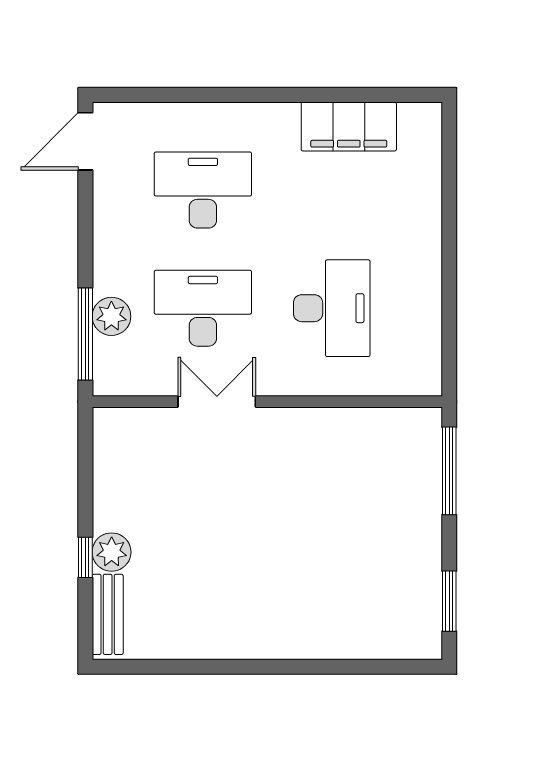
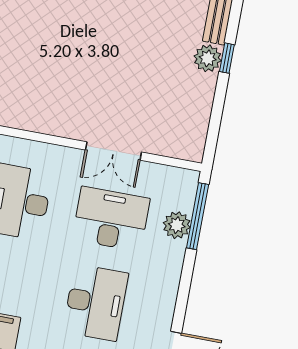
desk: (203, 190) -> (96, 303), turned -90
desk: (203, 308) -> (111, 219), turned 180

